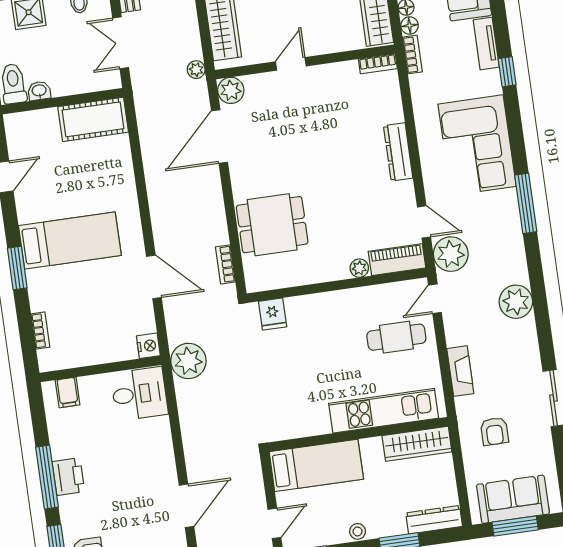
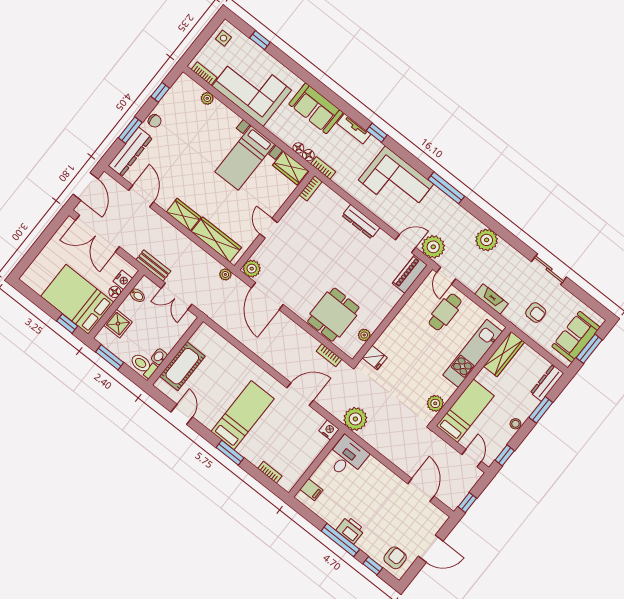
cot: (93, 119) -> (182, 366), moved
plant: (359, 268) -> (364, 335), moved
plant: (291, 426) -> (435, 403), added

